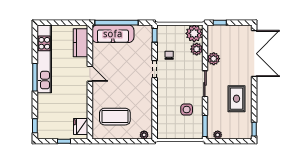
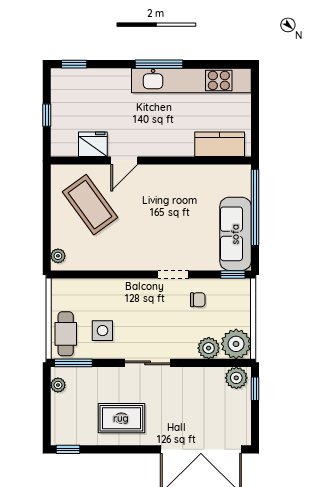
sofa: (113, 34) -> (235, 234), moved
plant: (214, 59) -> (236, 378), moved
door: (90, 74) -> (124, 160), moved
coffee table: (115, 117) -> (90, 205), turned -36
fridge: (81, 126) -> (93, 144), moved
cafe table: (188, 130) -> (66, 334), added

